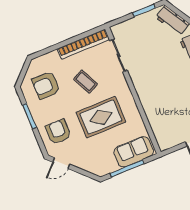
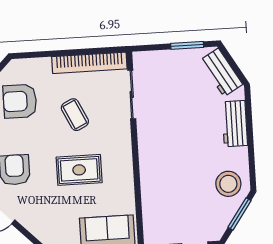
rug: (101, 117) -> (79, 170), width x0.73, depth x0.70

